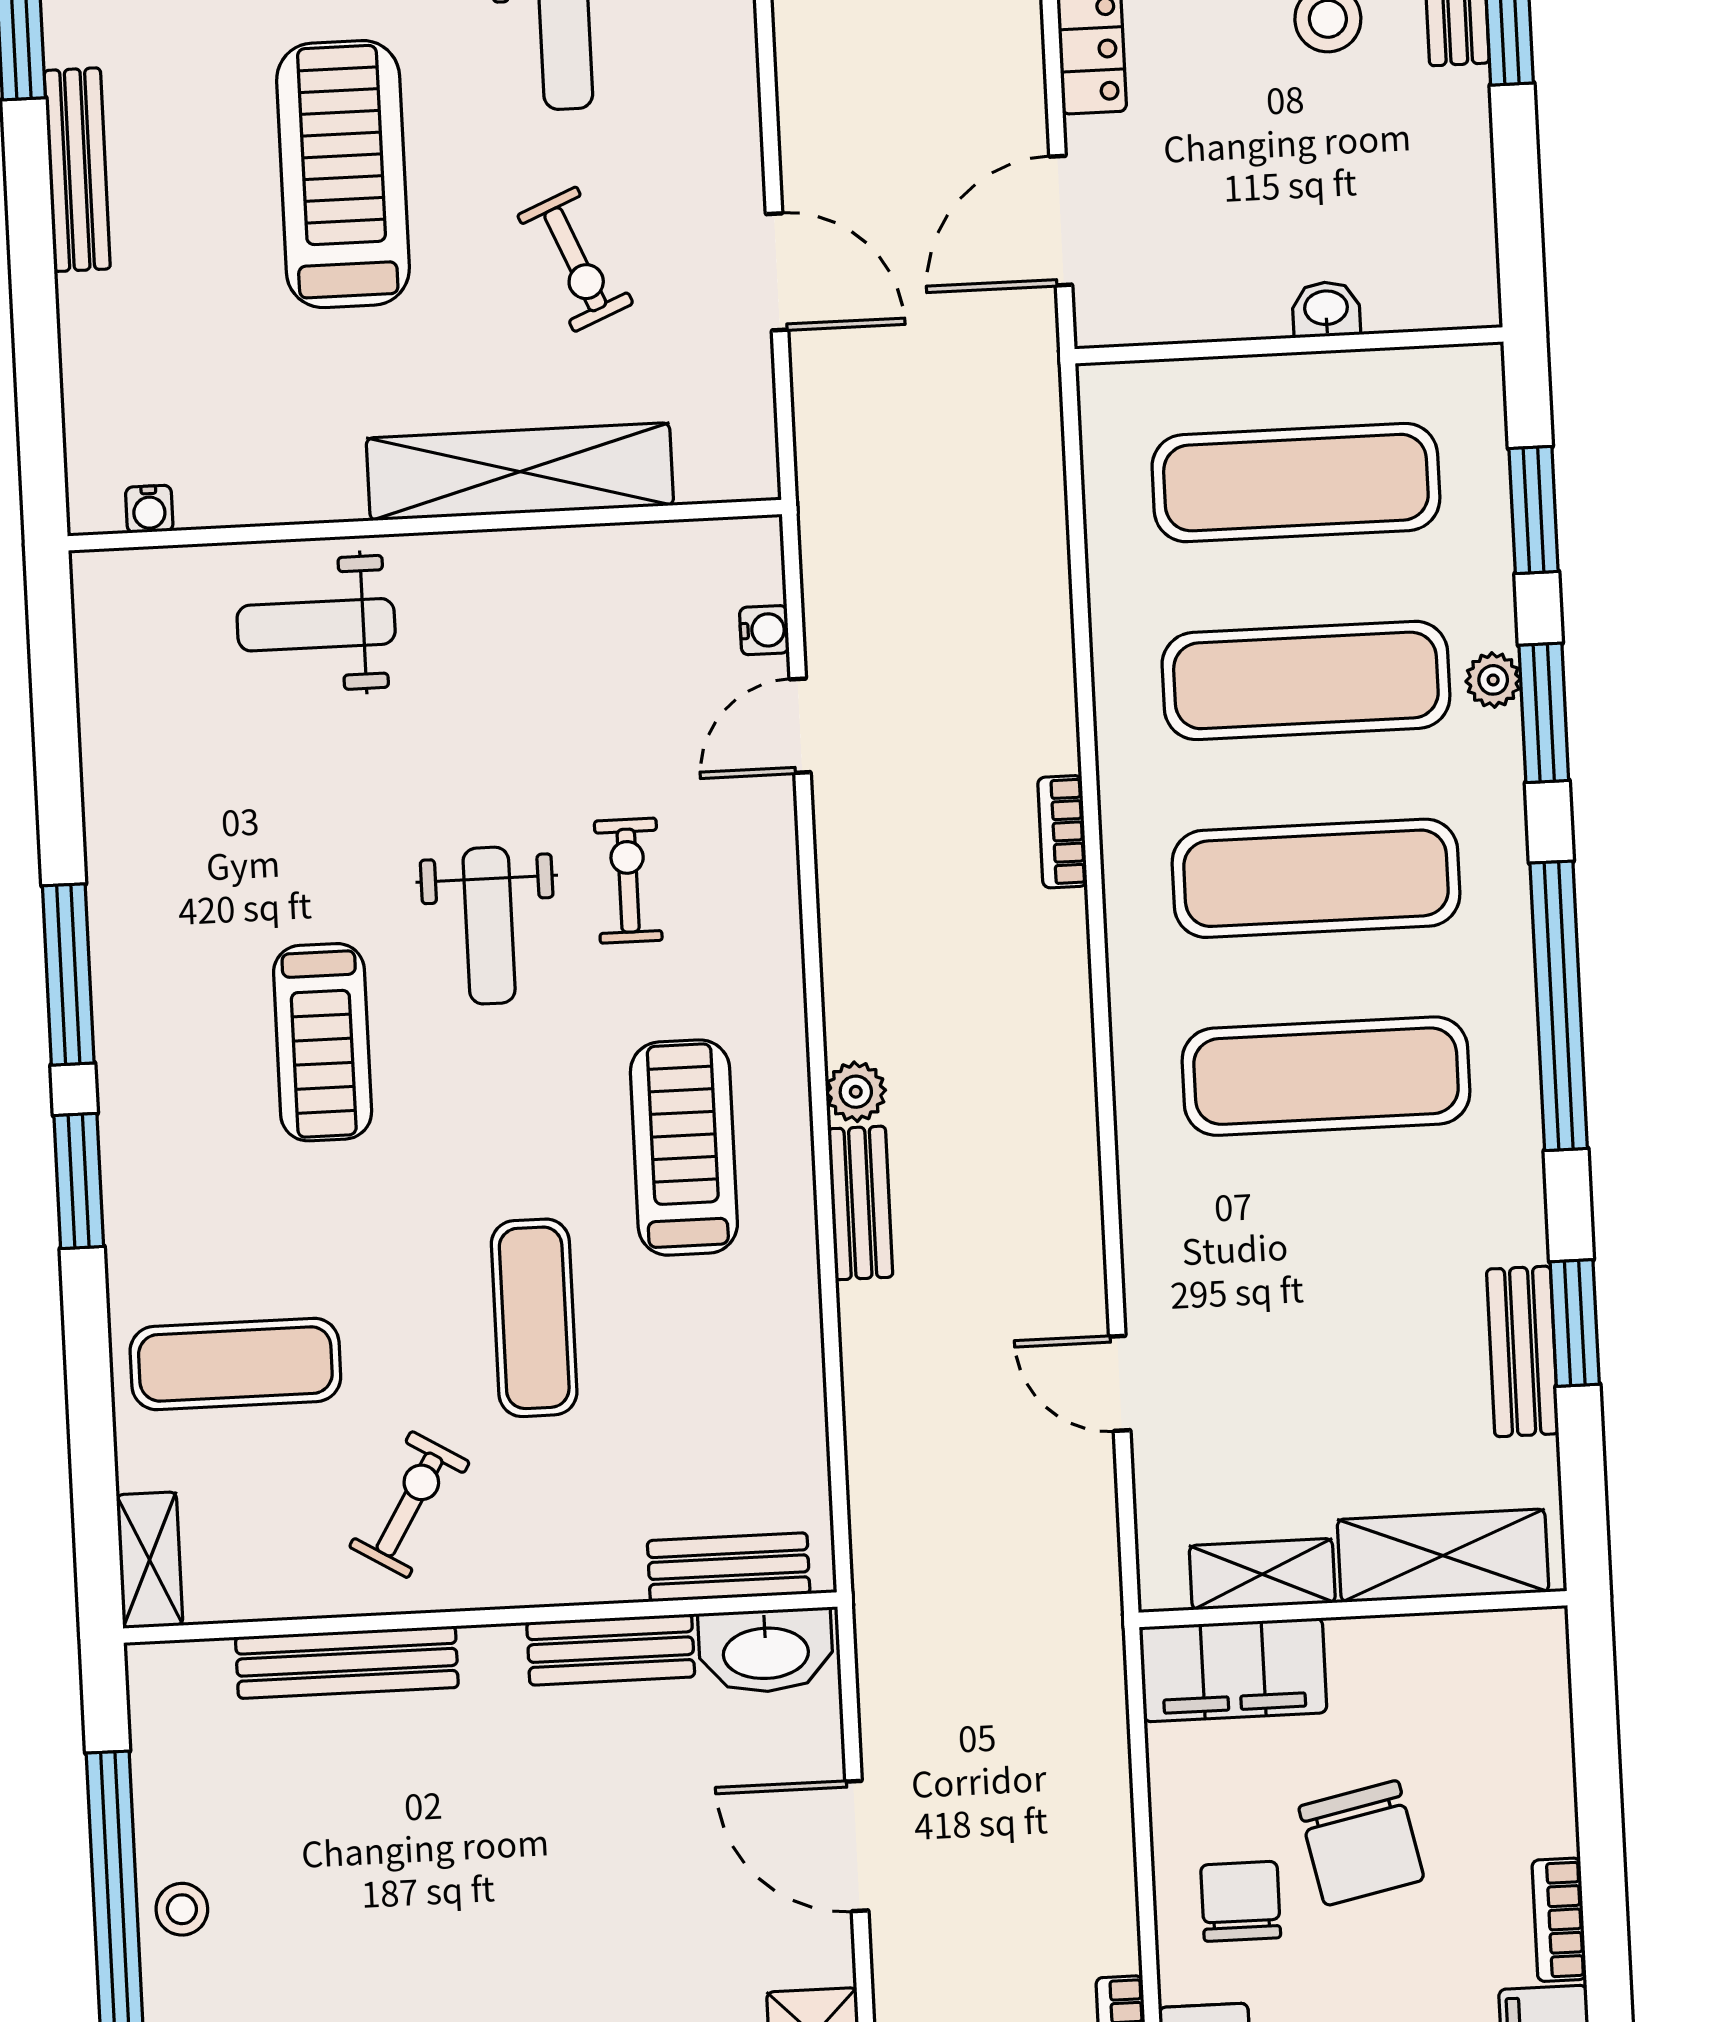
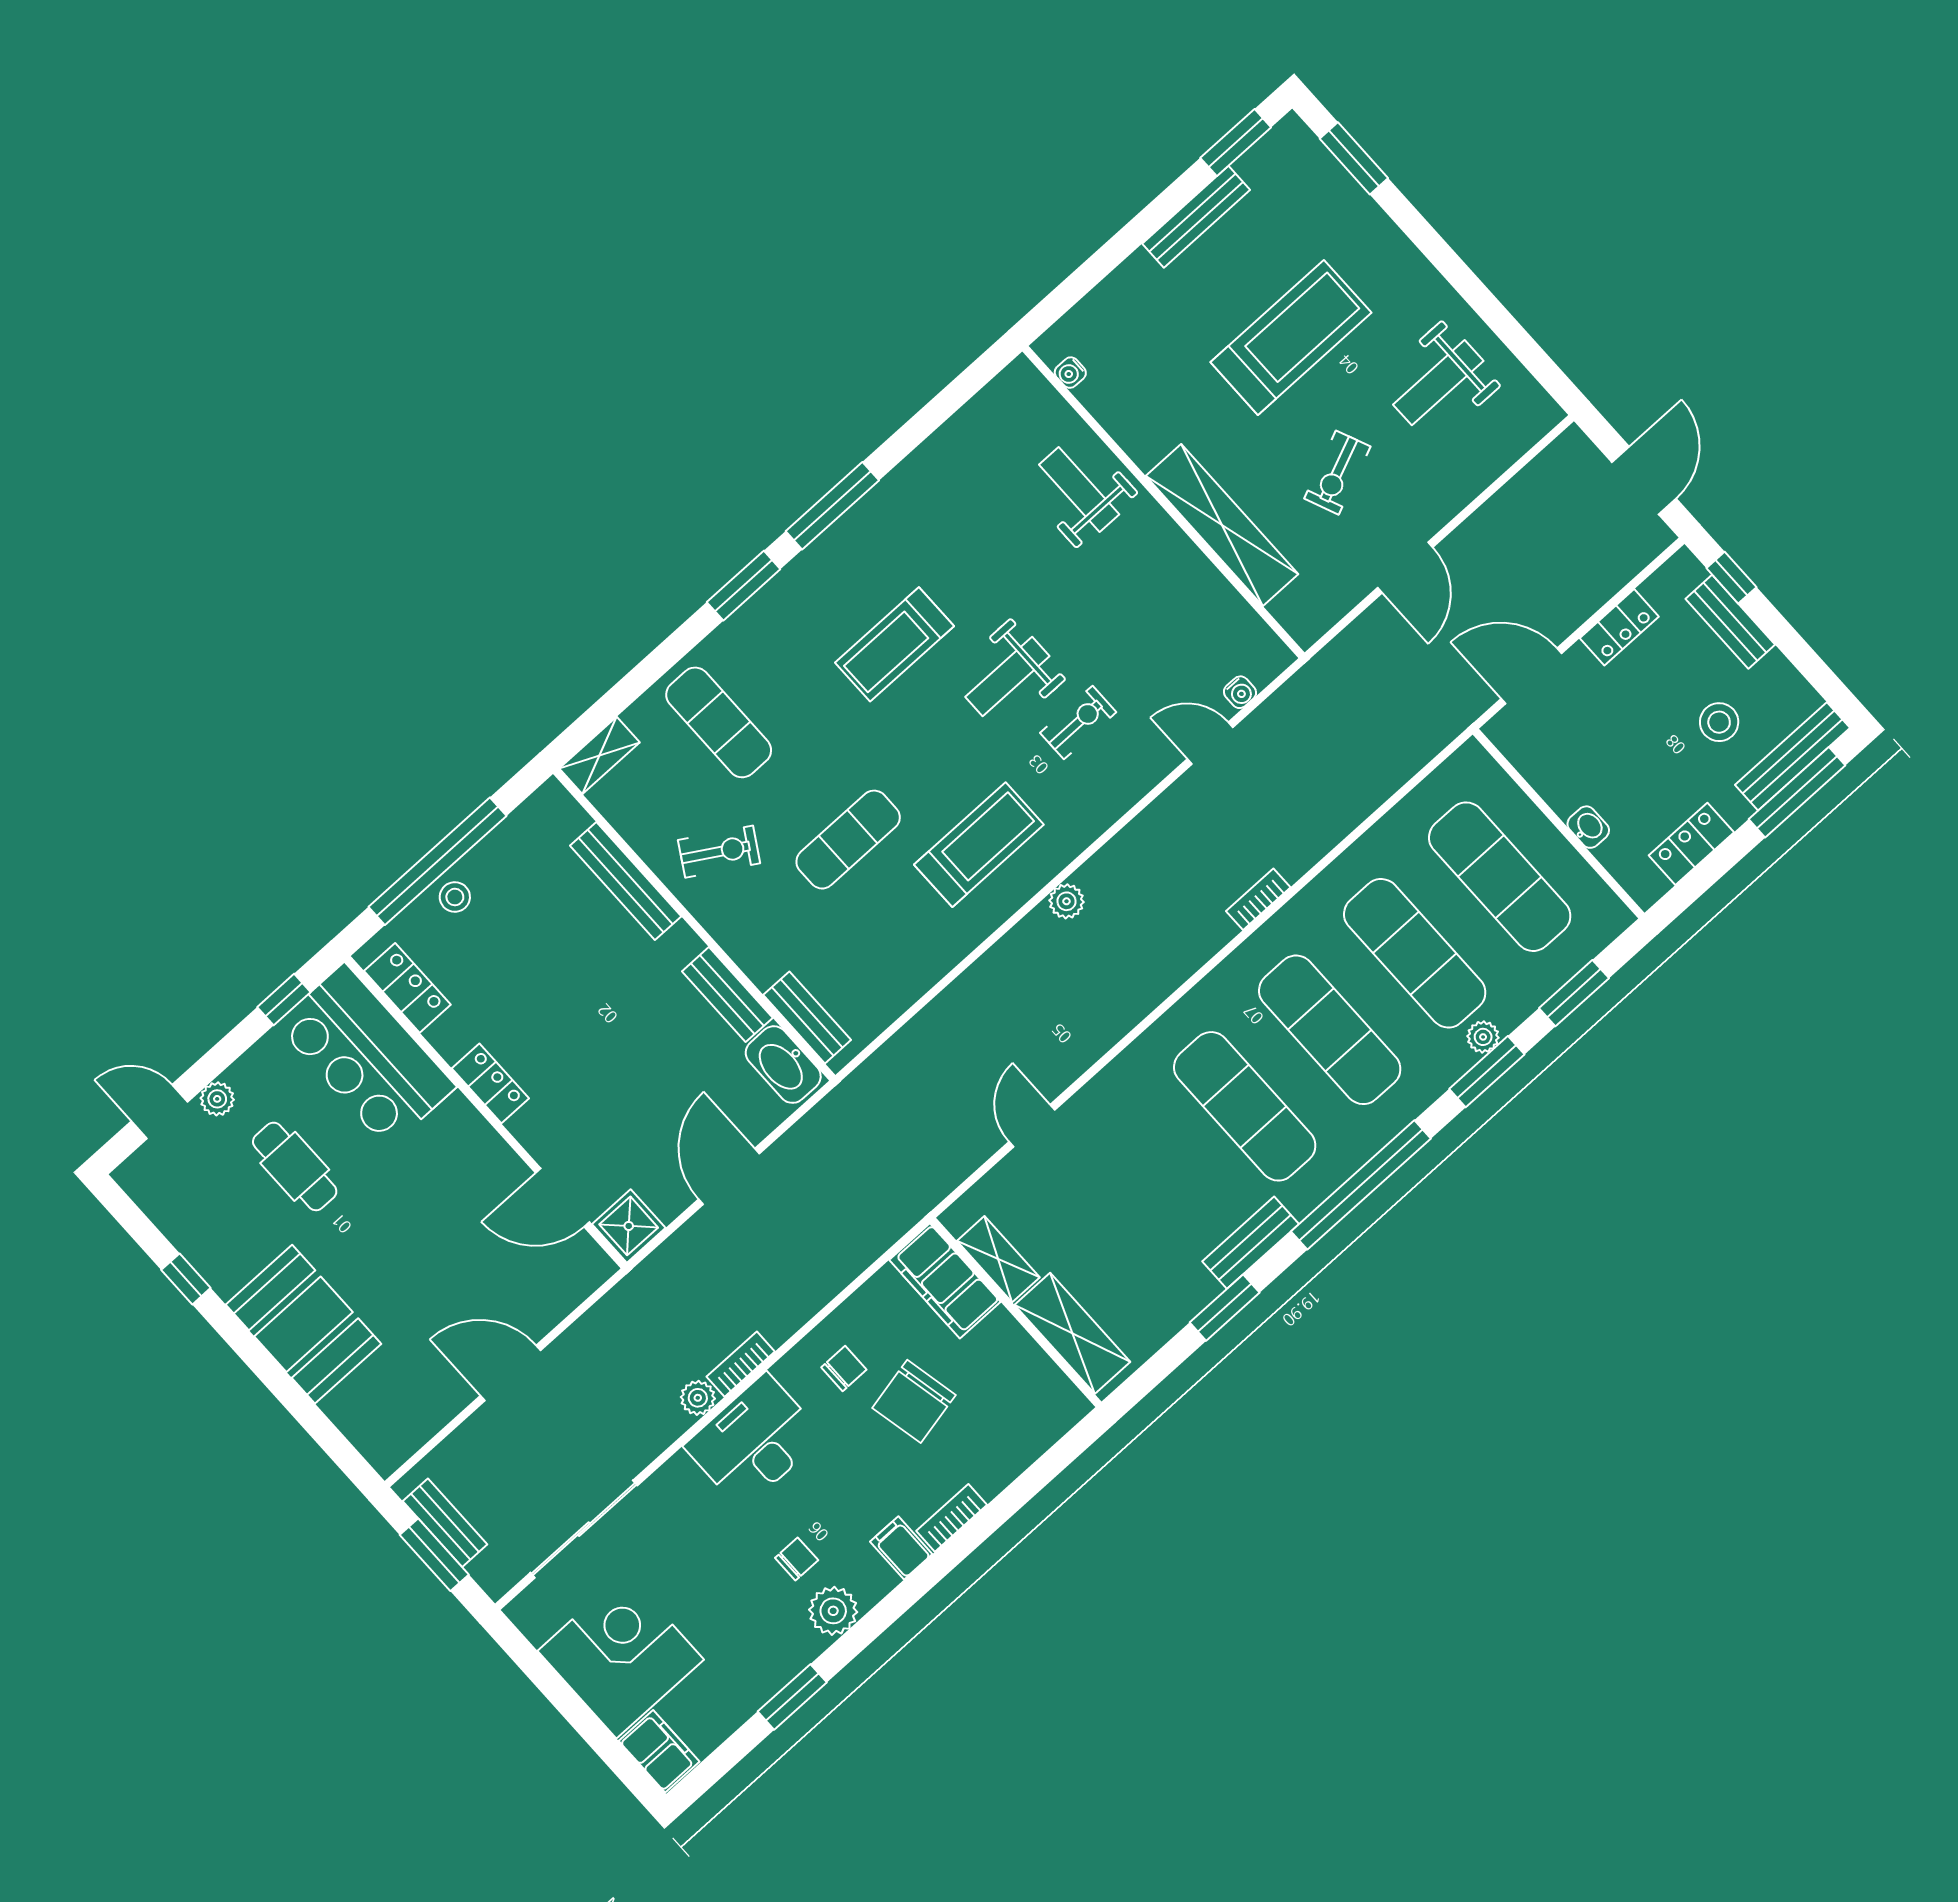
locker: (1461, 189) -> (1691, 844), added
bench: (860, 1203) -> (1018, 944), removed
bench: (1523, 1351) -> (1251, 1243), moved
chair: (1241, 1901) -> (844, 1368), width x0.73, depth x0.73

